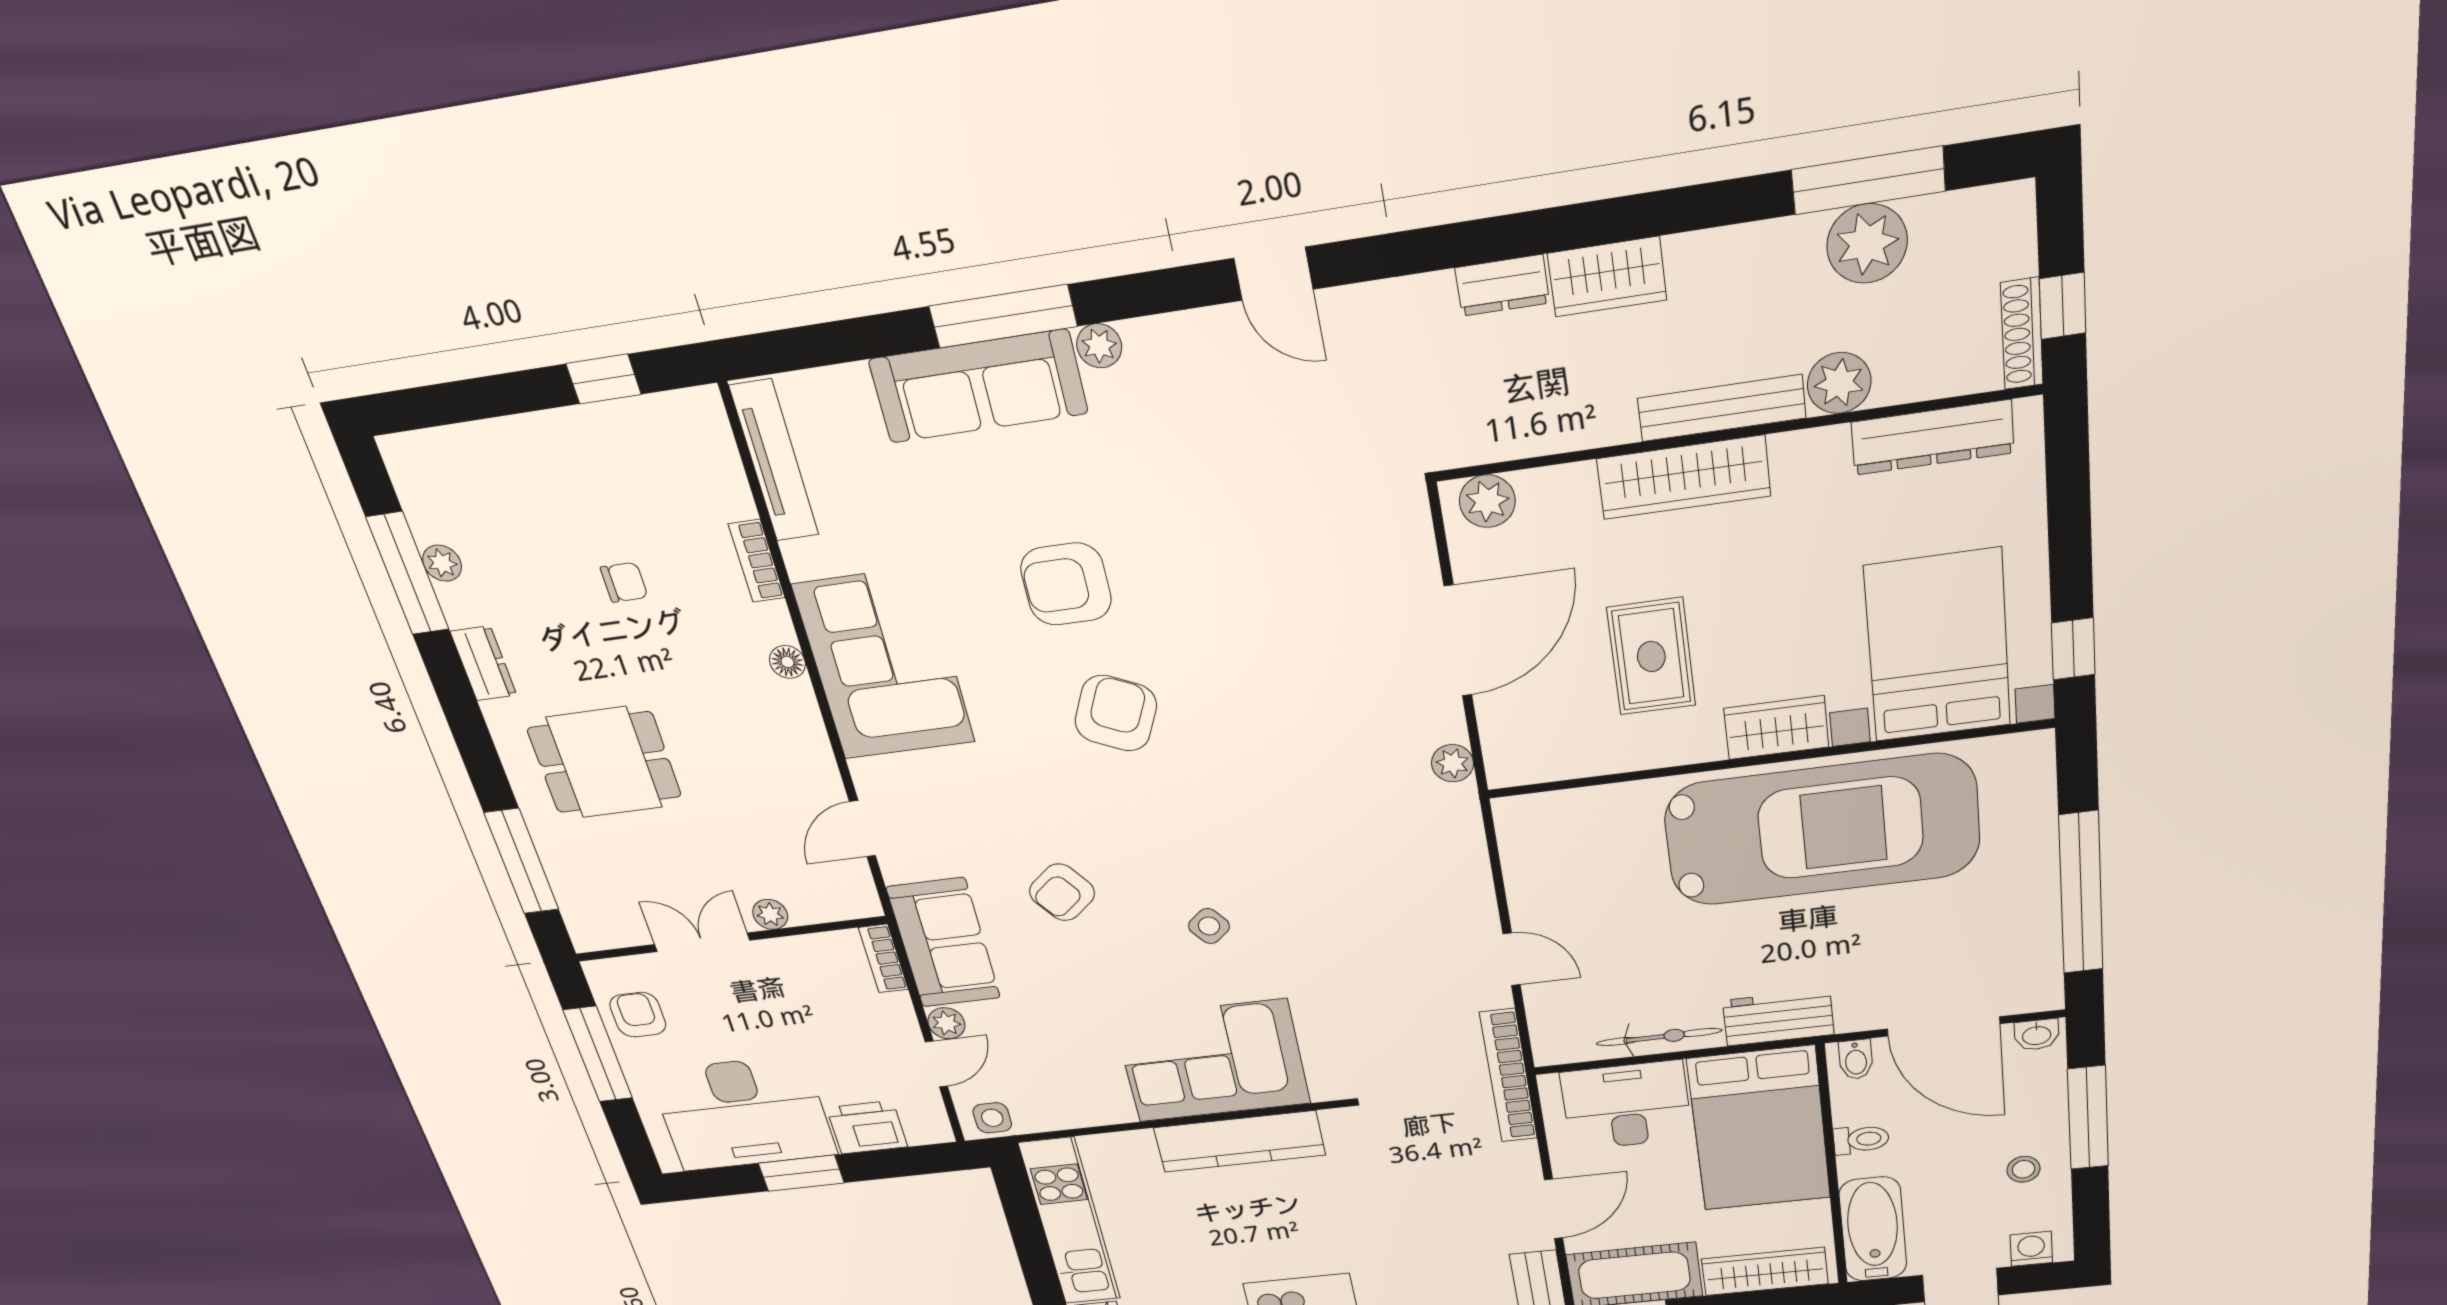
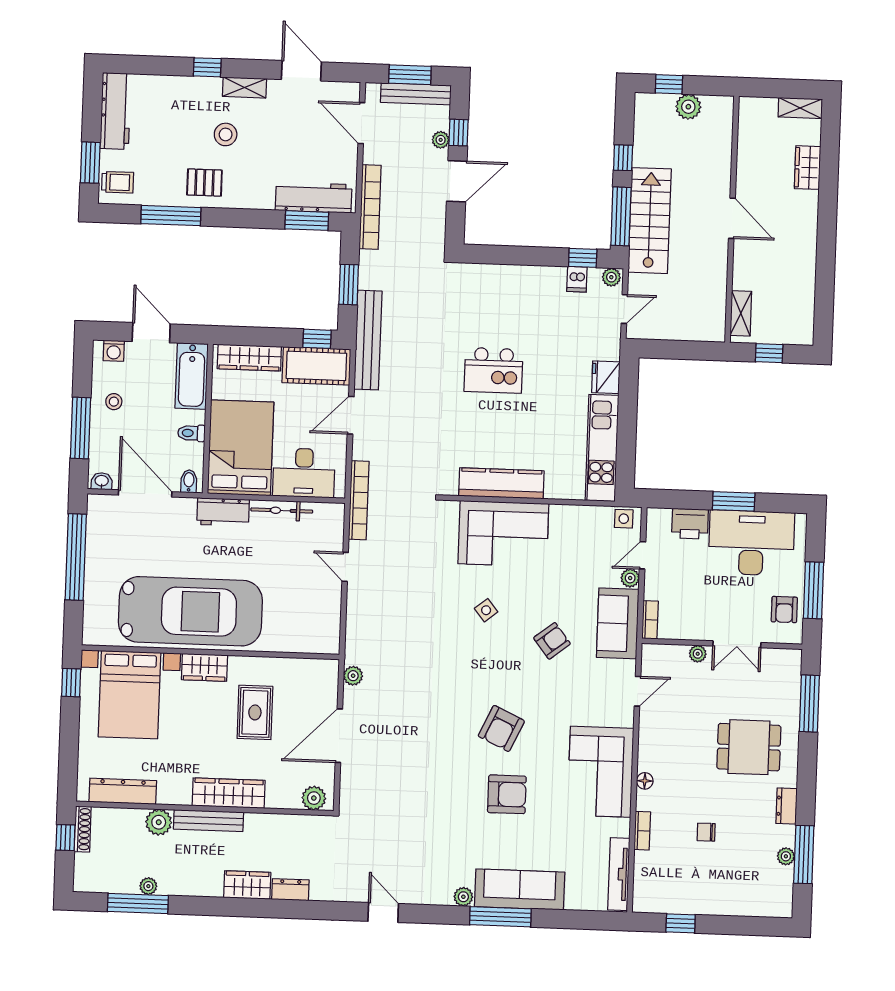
plant: (1867, 243) -> (148, 886), width x0.53, depth x0.53
car: (1822, 830) -> (190, 611), turned 180

